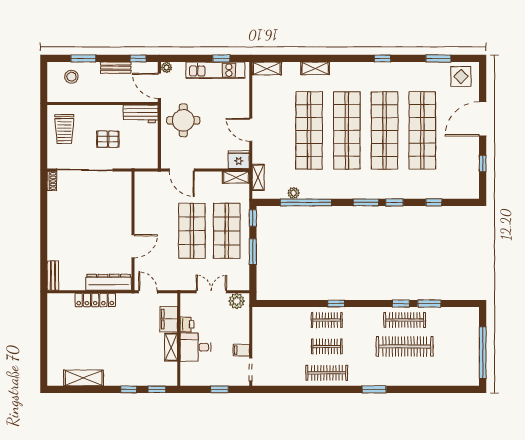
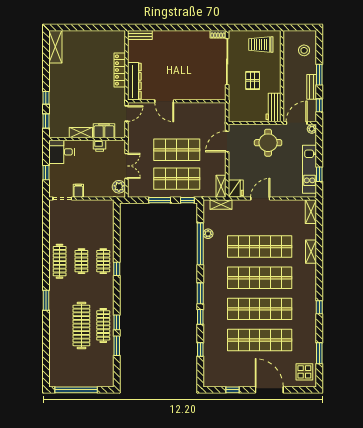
window: (83, 58) -> (319, 75), moved
desk: (195, 347) -> (61, 152), moved, turned -90
shelving: (84, 378) -> (55, 47), moved

